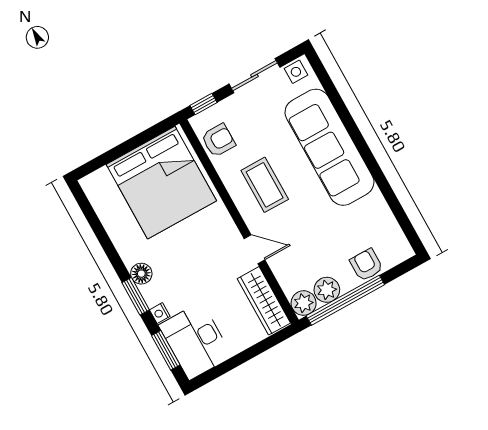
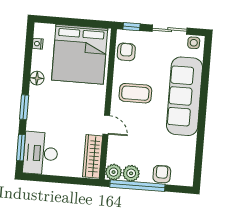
armchair: (218, 140) -> (126, 52), turned -90
coffee table: (265, 185) -> (135, 93), turned 90
floor lamp: (141, 274) -> (37, 78), moved
nightstand: (160, 313) -> (38, 44), moved

